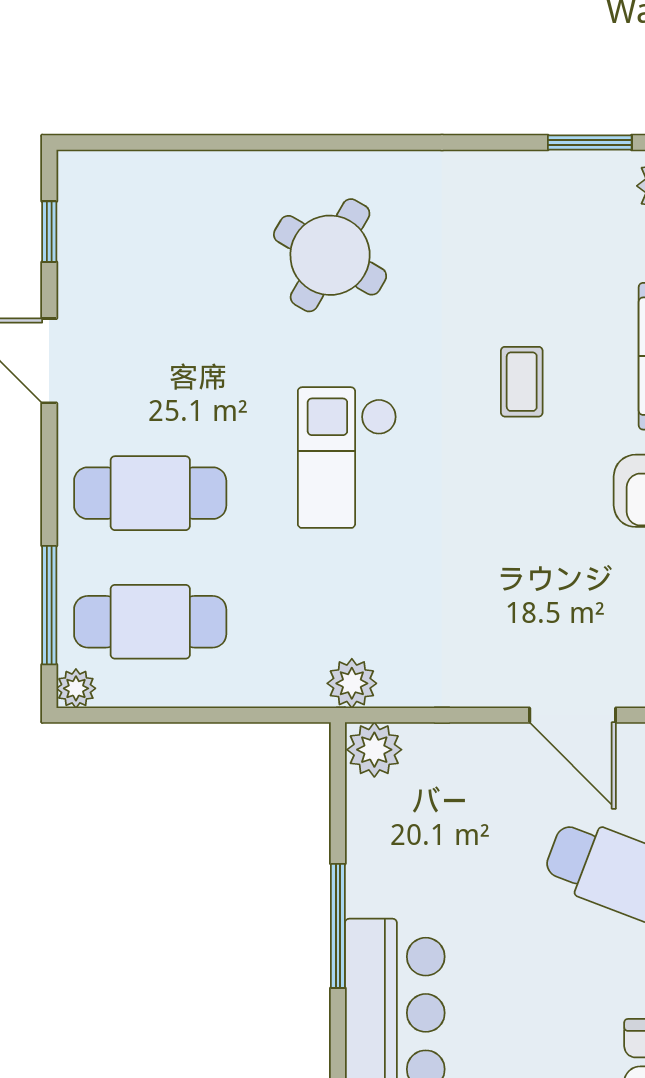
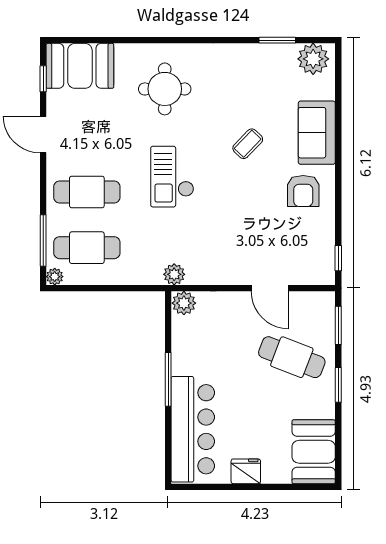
booth: (134, 202) -> (80, 66), added
round table: (330, 255) -> (165, 89), turned -30
coffee table: (522, 382) -> (248, 144), turned 44

